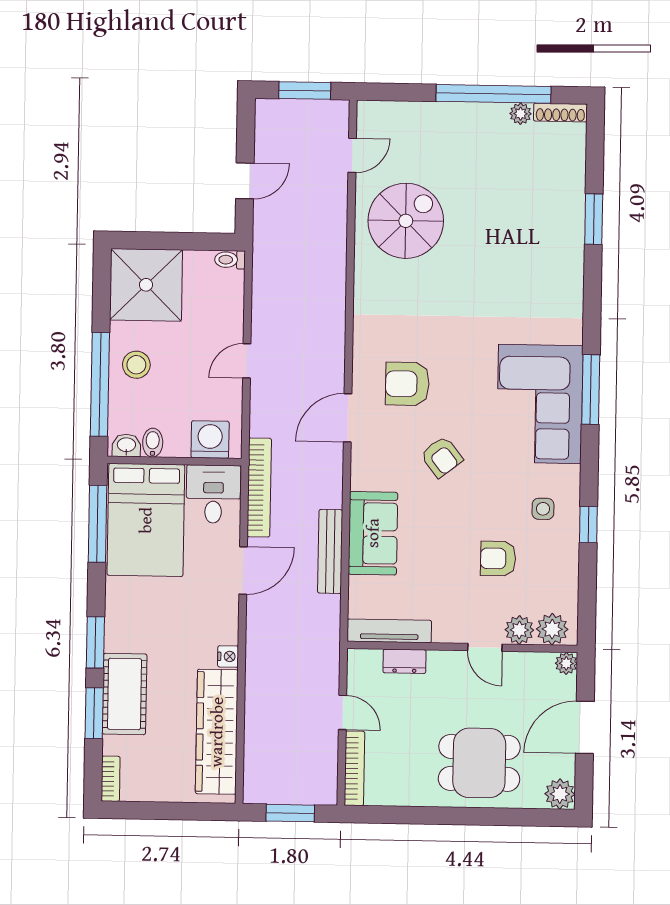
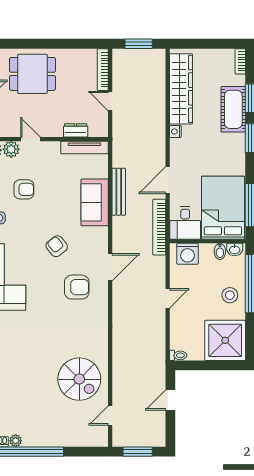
spiral stairs: (406, 221) -> (79, 379), turned -90

